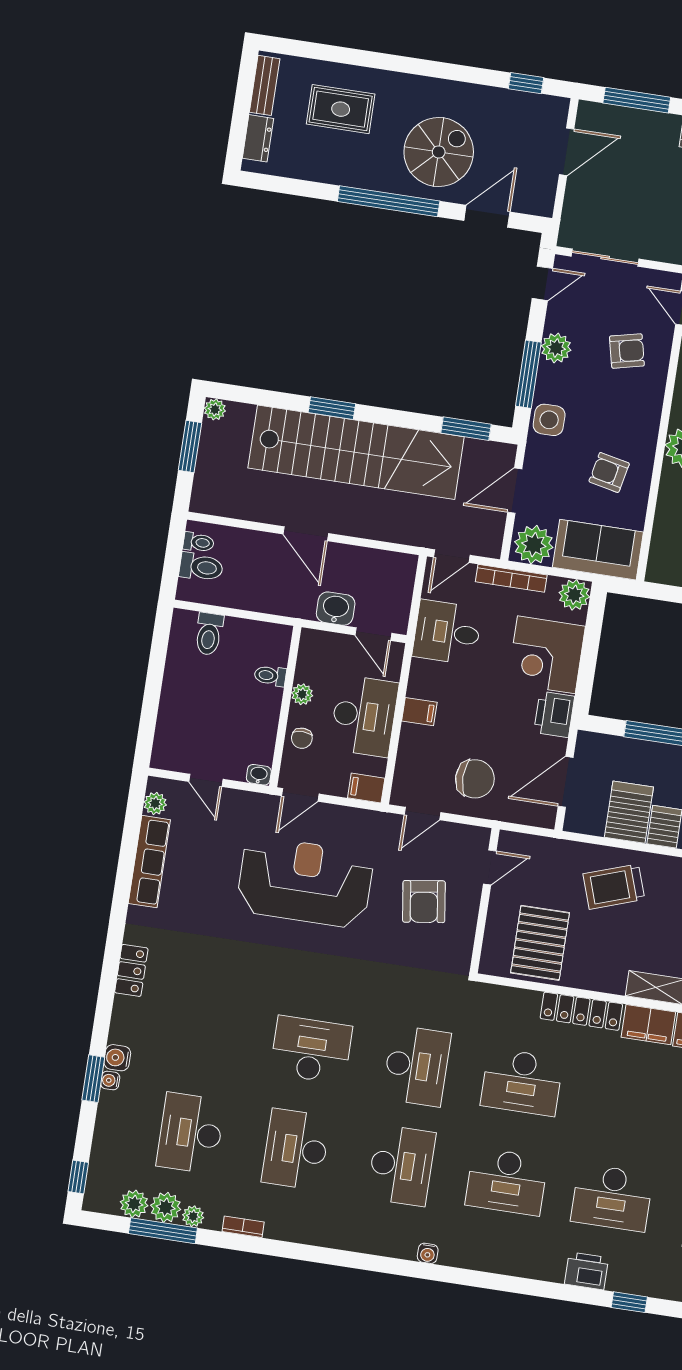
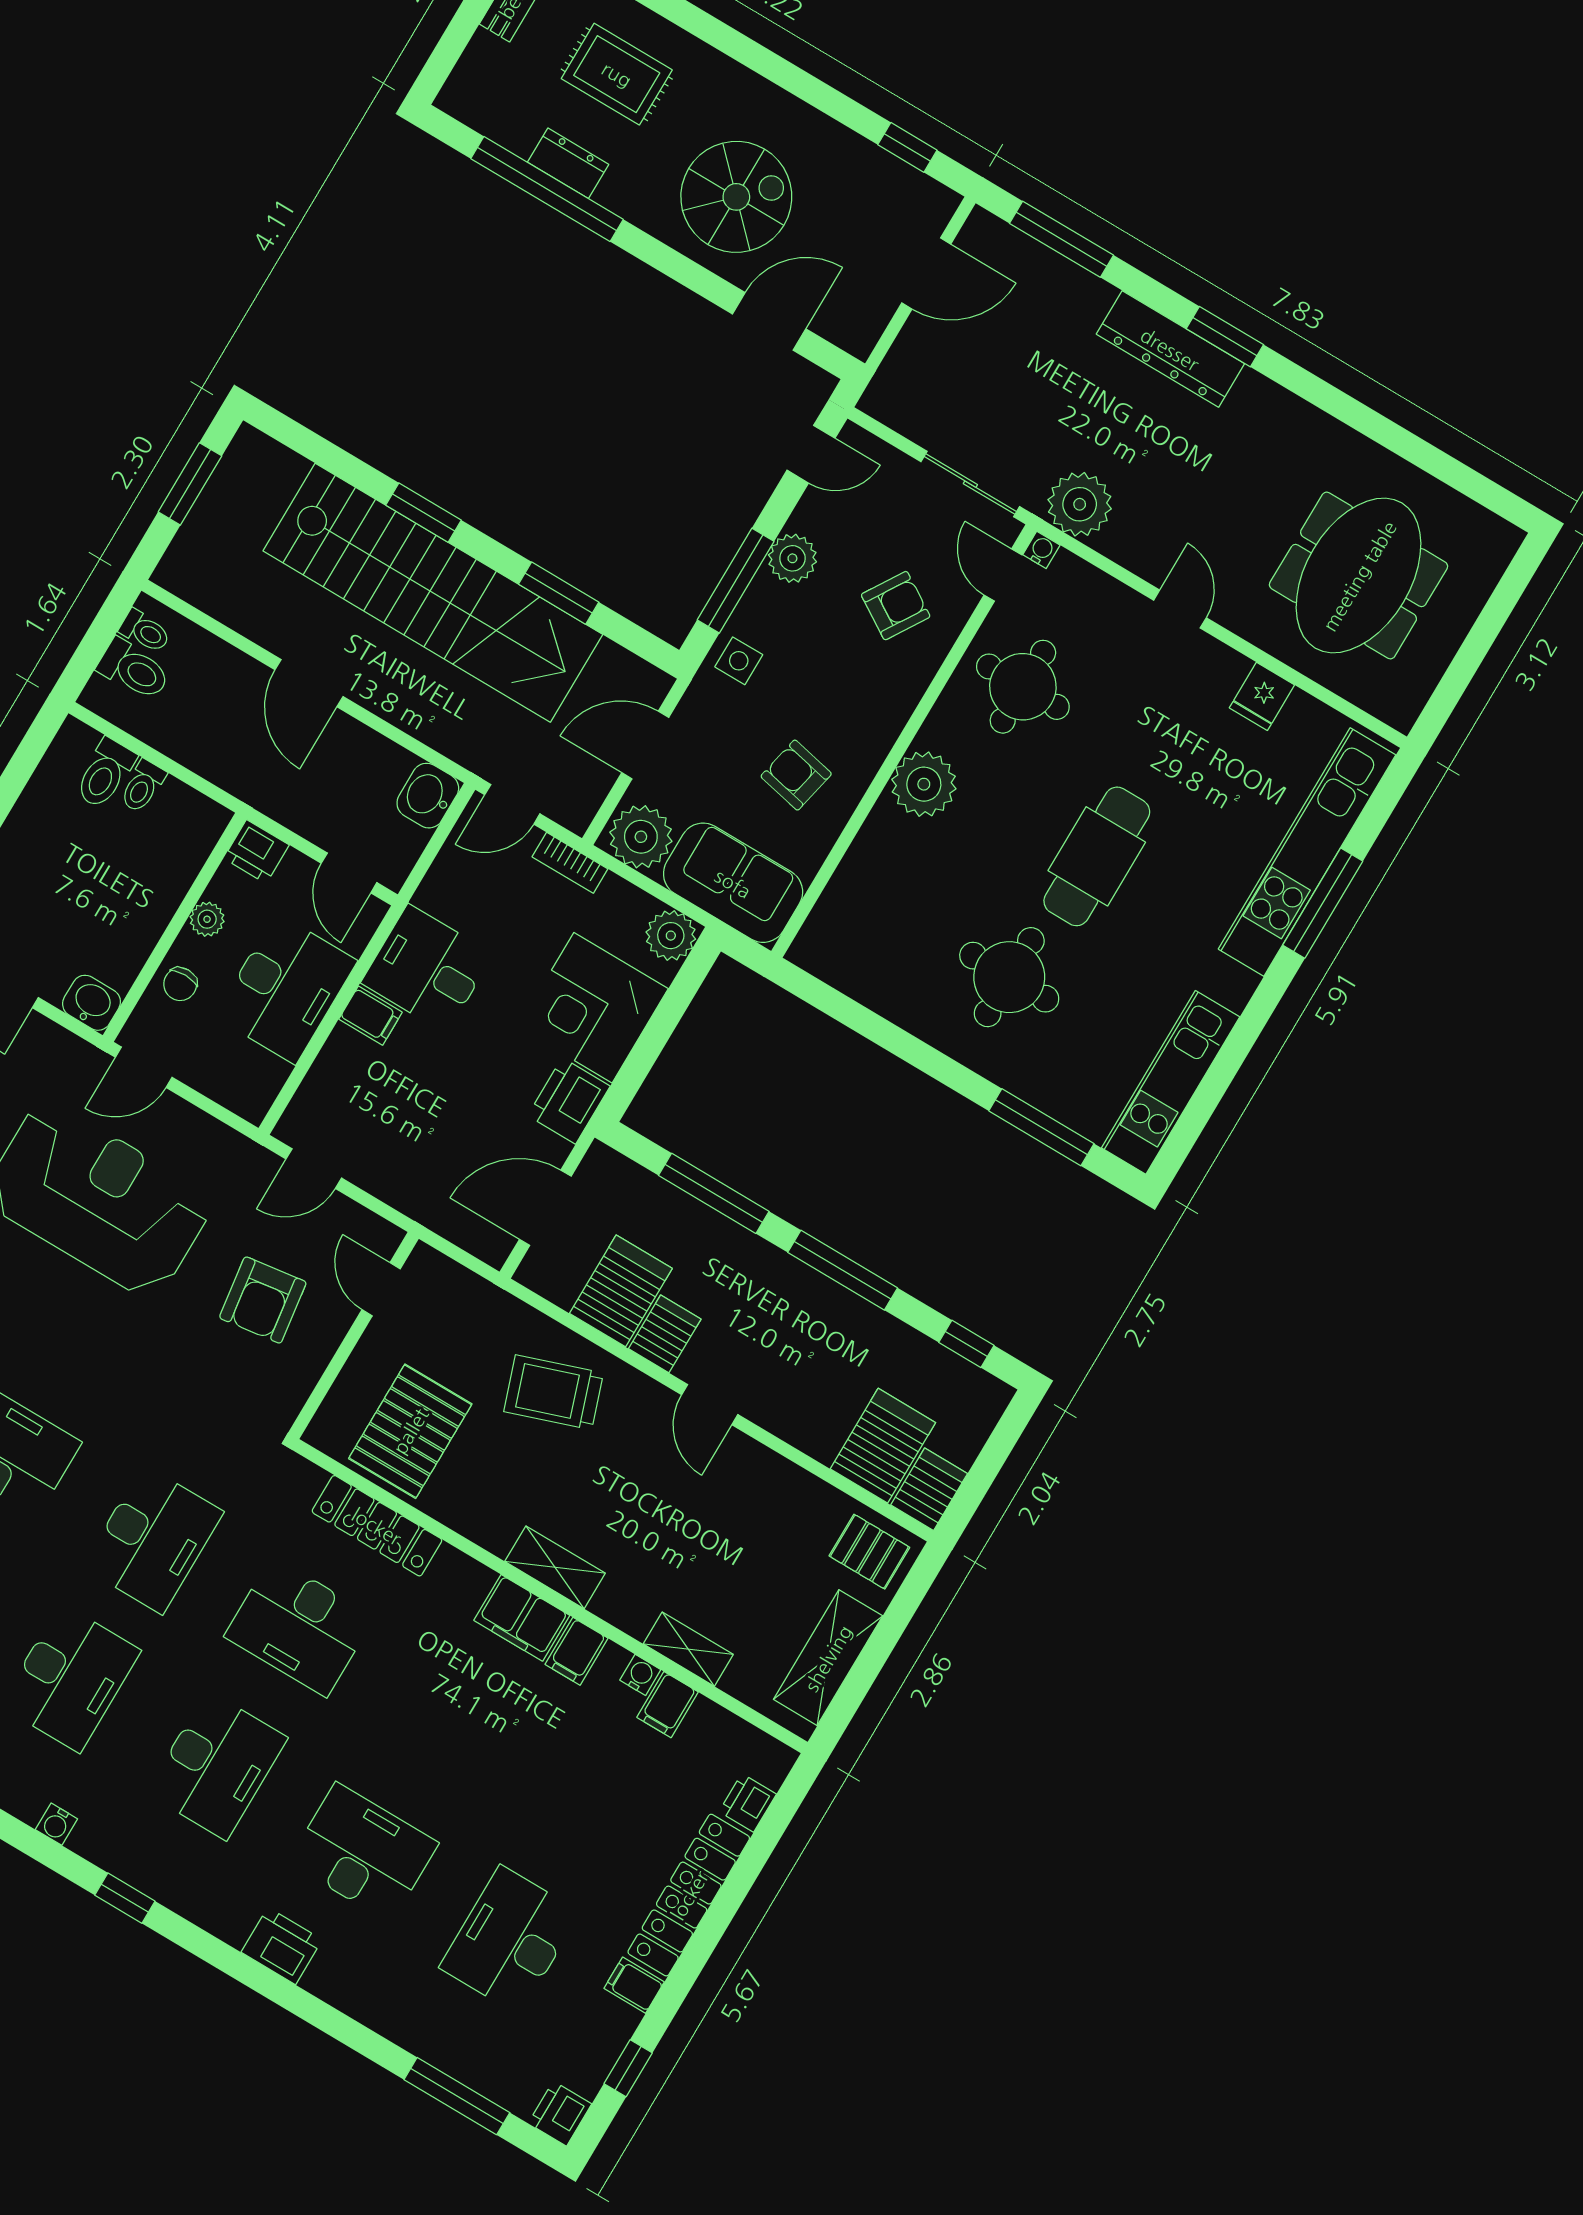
dresser: (258, 138) -> (568, 163), moved, turned -90
window: (389, 201) -> (547, 189), moved
sliding door: (605, 258) -> (970, 484), moved
armchair: (627, 351) -> (896, 606), turned -45
plant: (215, 409) -> (249, 444), removed
side table: (549, 420) -> (739, 661), width x0.73, depth x0.73
window: (466, 429) -> (559, 593), moved
bookcase: (511, 578) -> (570, 863), width x0.64
washbasin: (336, 609) -> (428, 796), moved, turned -90
desk: (447, 632) -> (427, 969), moved
printer: (315, 644) -> (256, 852), added
toilet: (270, 676) -> (143, 786), moved, turned -90
washbasin: (259, 775) -> (92, 1003), width x1.38, depth x1.45
chair: (475, 779) -> (412, 1149), removed
filing cabinet: (366, 788) -> (246, 1097), removed
door: (490, 867) -> (381, 1289), swing flipped
locker: (581, 1011) -> (377, 1526), moved
desk: (507, 1182) -> (217, 1765), turned -90
desk: (612, 1198) -> (363, 1853), turned 180
window: (629, 1302) -> (125, 1898), moved

